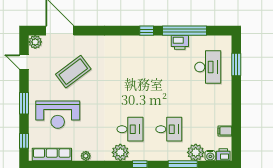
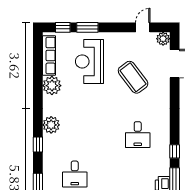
window: (24, 103) -> (87, 27), moved
desk: (130, 129) -> (138, 135), moved
plant: (86, 156) -> (52, 86), width x1.87, depth x1.87

